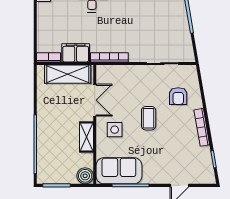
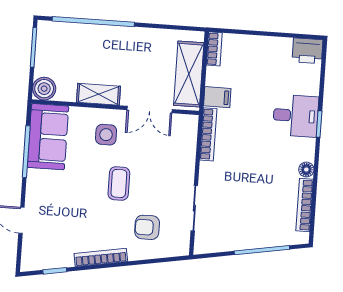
filing cabinet: (76, 53) -> (217, 97), width x0.50
coffee table: (149, 118) -> (119, 183), turned 90

